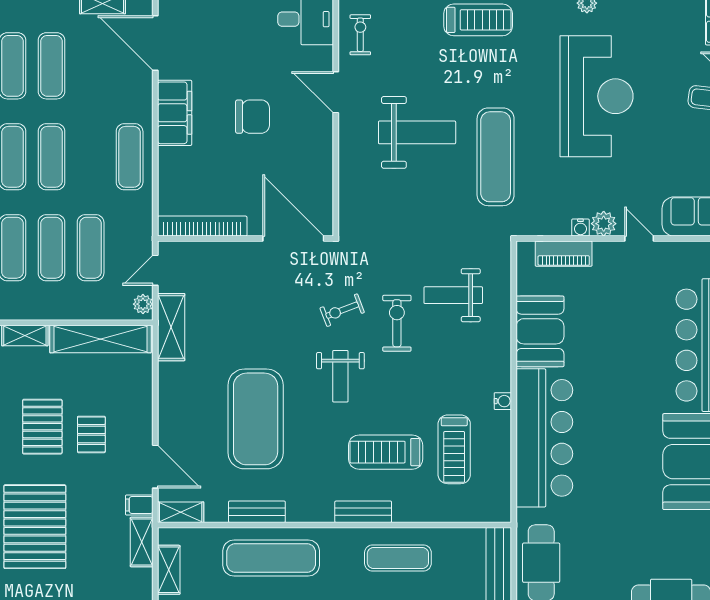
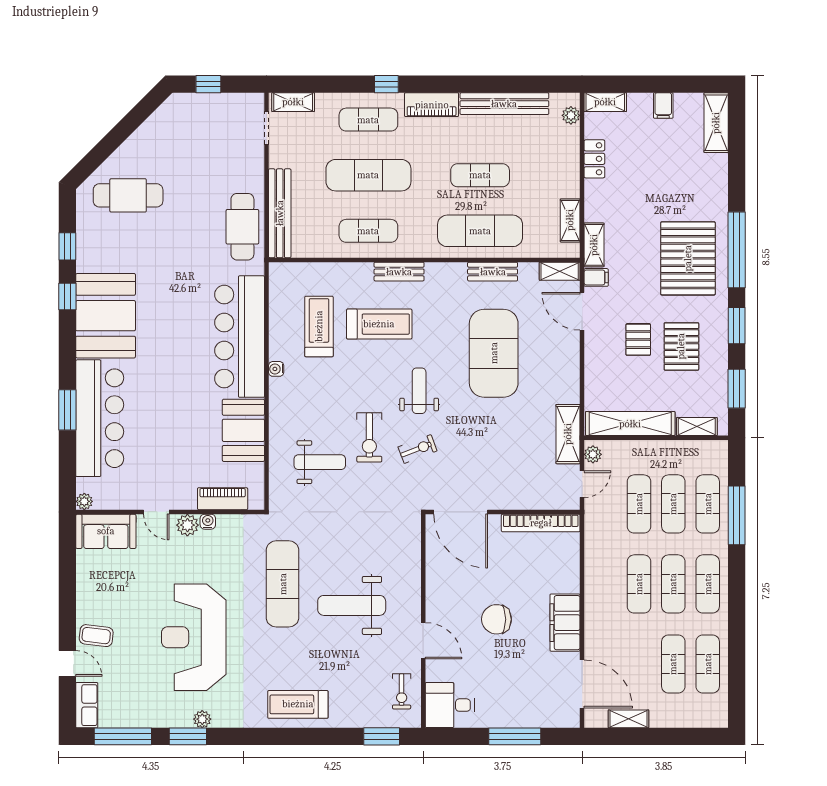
exercise mat: (130, 157) -> (639, 584), moved

